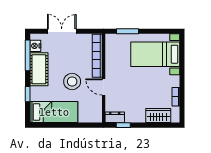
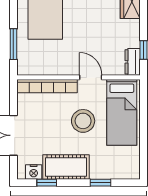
window: (28, 55) -> (47, 183), width x0.46
door: (104, 87) -> (91, 77), swing flipped
bed: (54, 112) -> (122, 112), moved, turned 180

